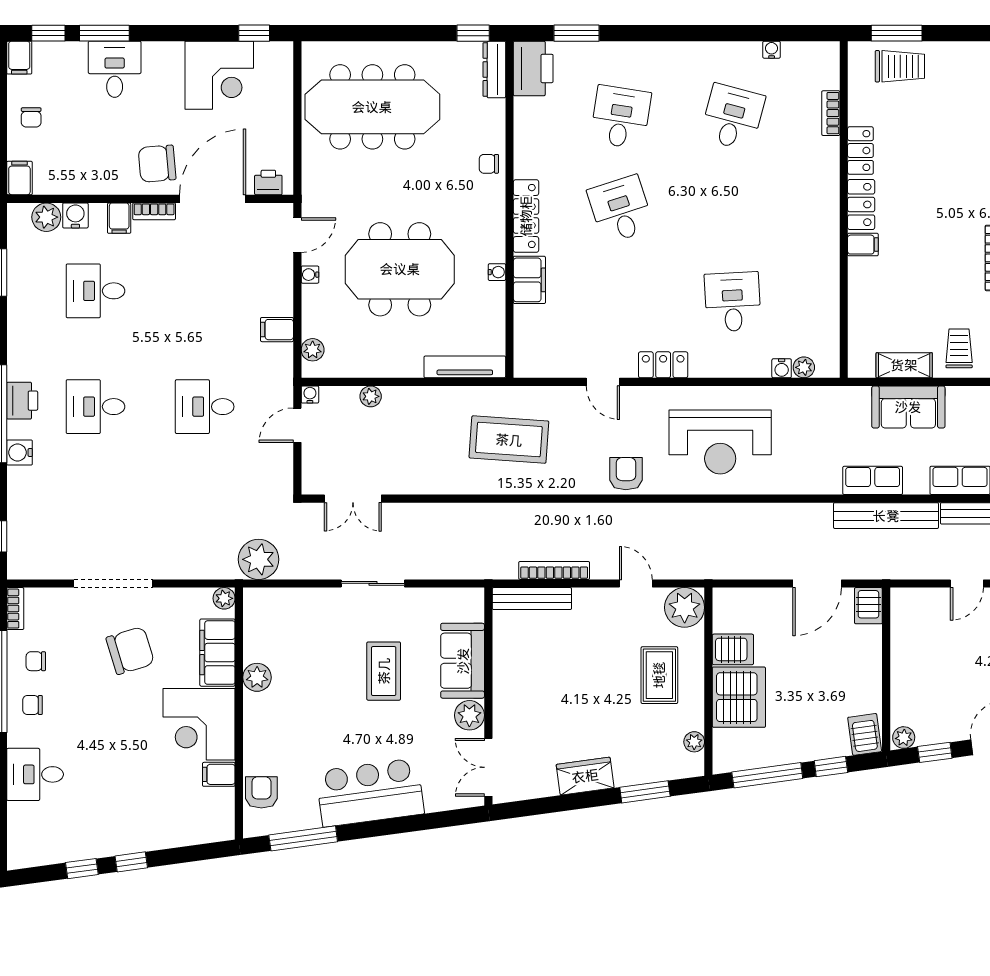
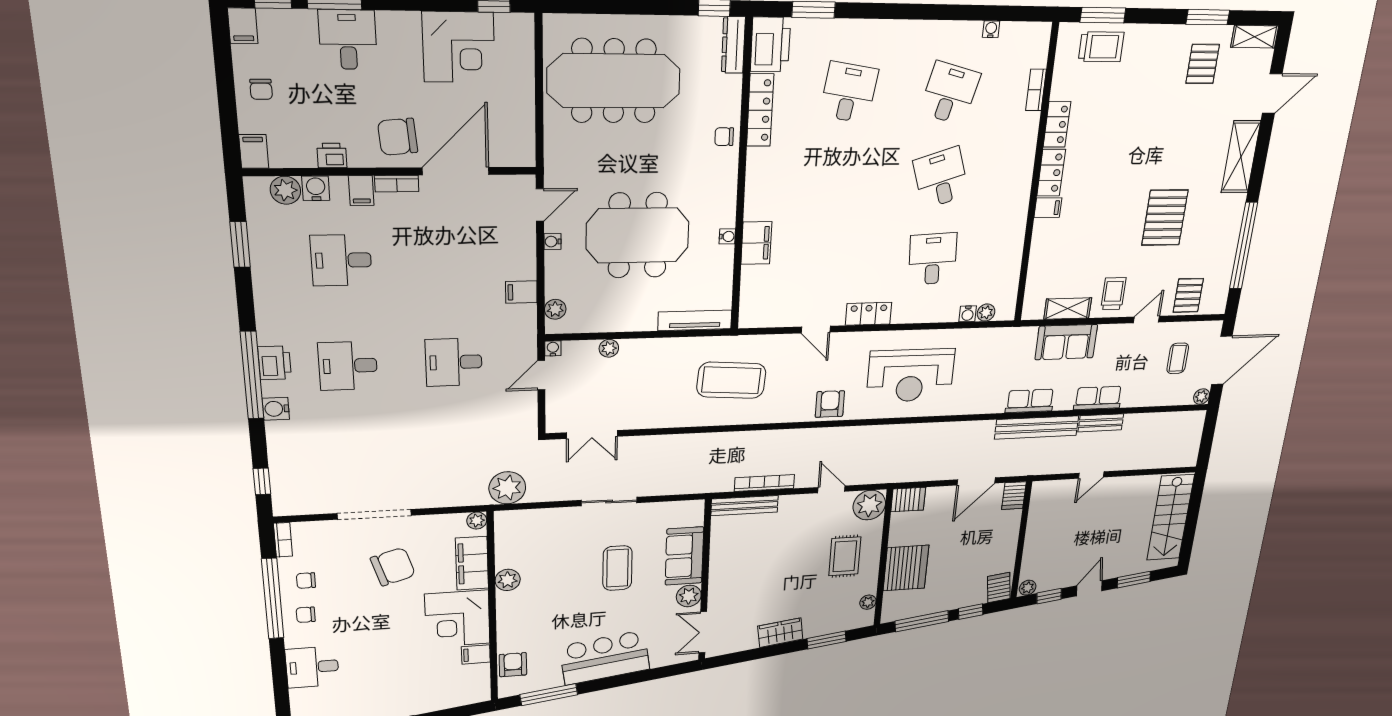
printer: (268, 182) -> (332, 156), moved
desk: (621, 209) -> (941, 178), moved
locker: (526, 216) -> (760, 110), moved
server rack: (733, 649) -> (908, 500), moved

